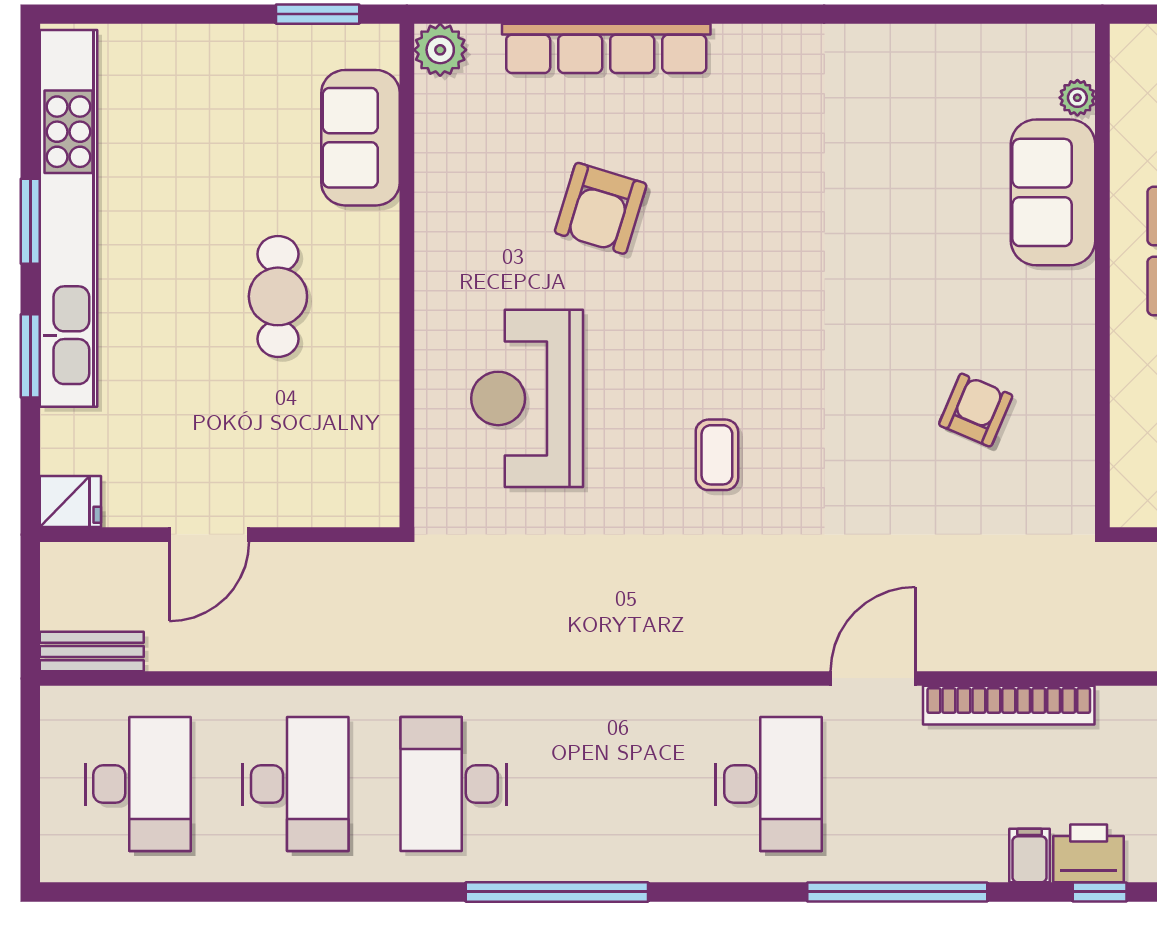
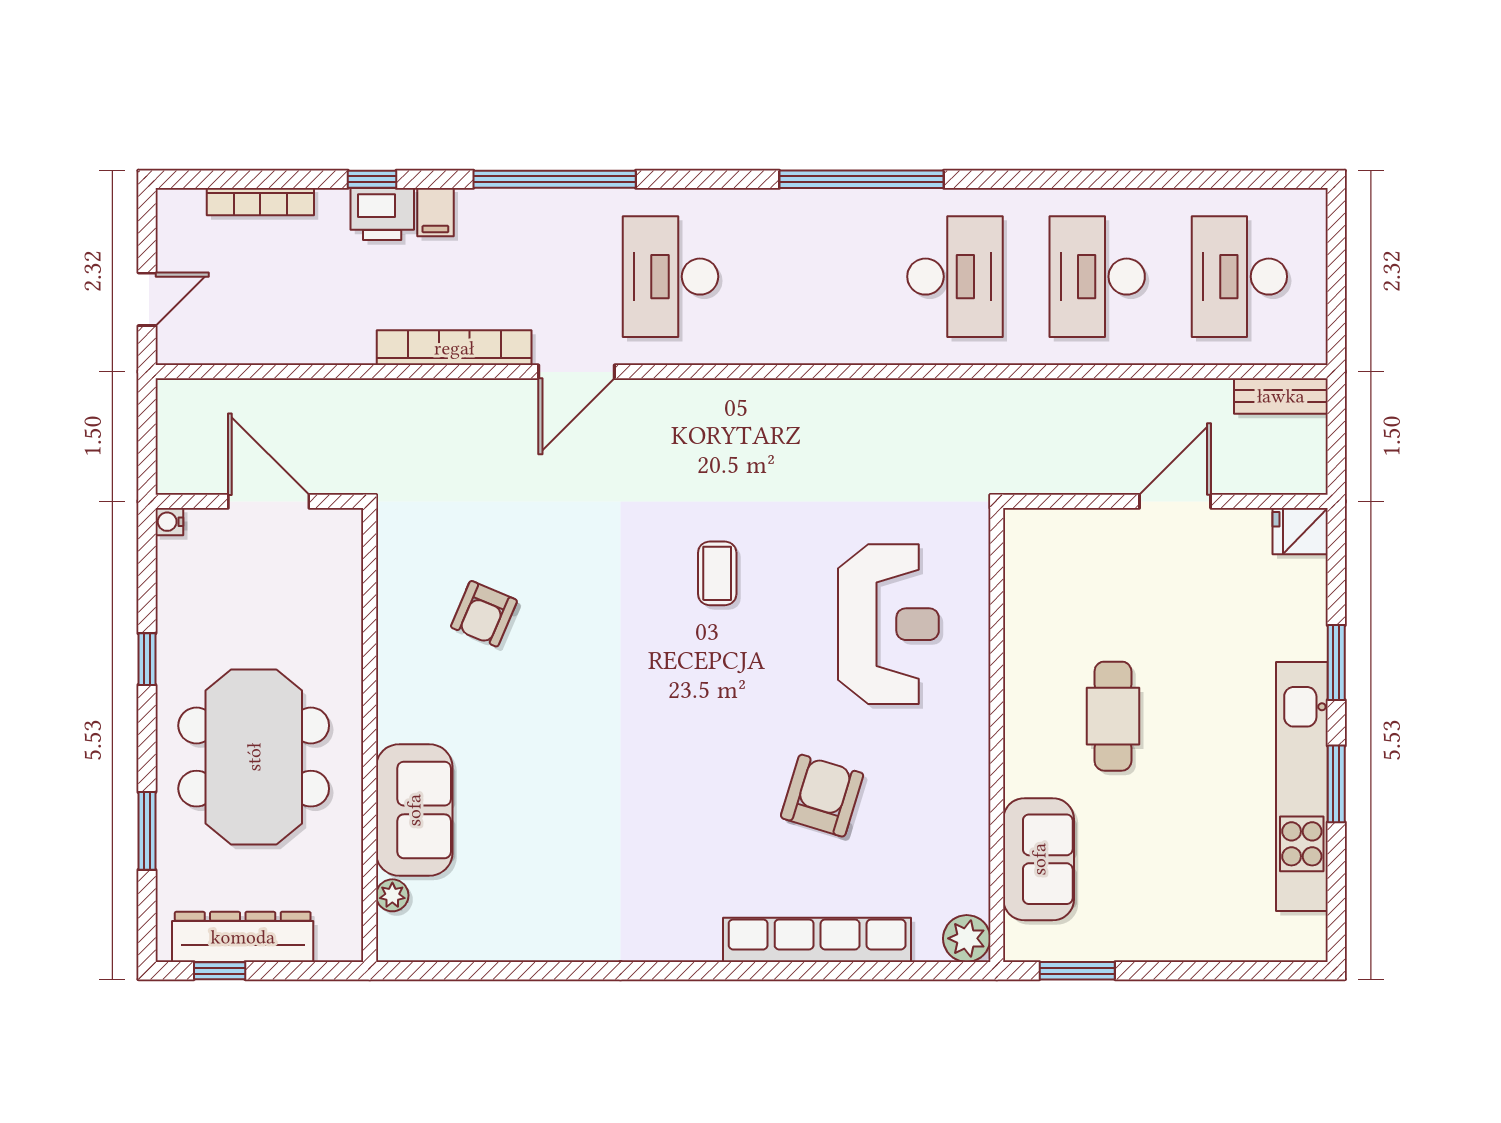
kitchen unit: (68, 218) -> (1302, 787), width x0.73

